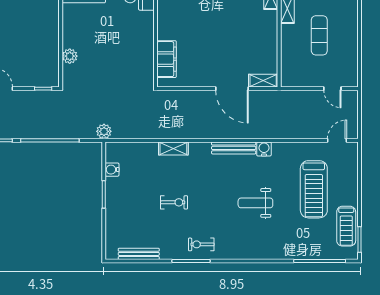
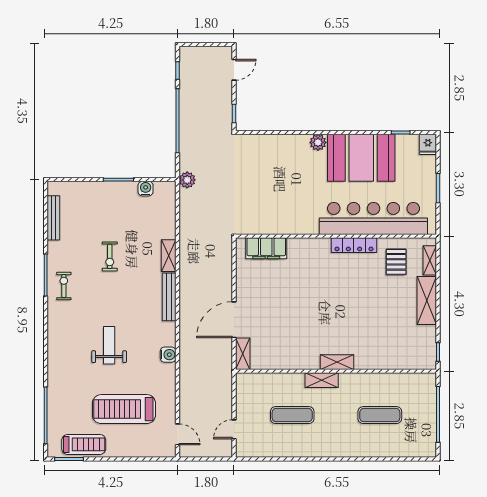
plant: (70, 56) -> (318, 142), moved
bench: (234, 148) -> (169, 297), moved
treadmill: (346, 226) -> (84, 444), turned 180

